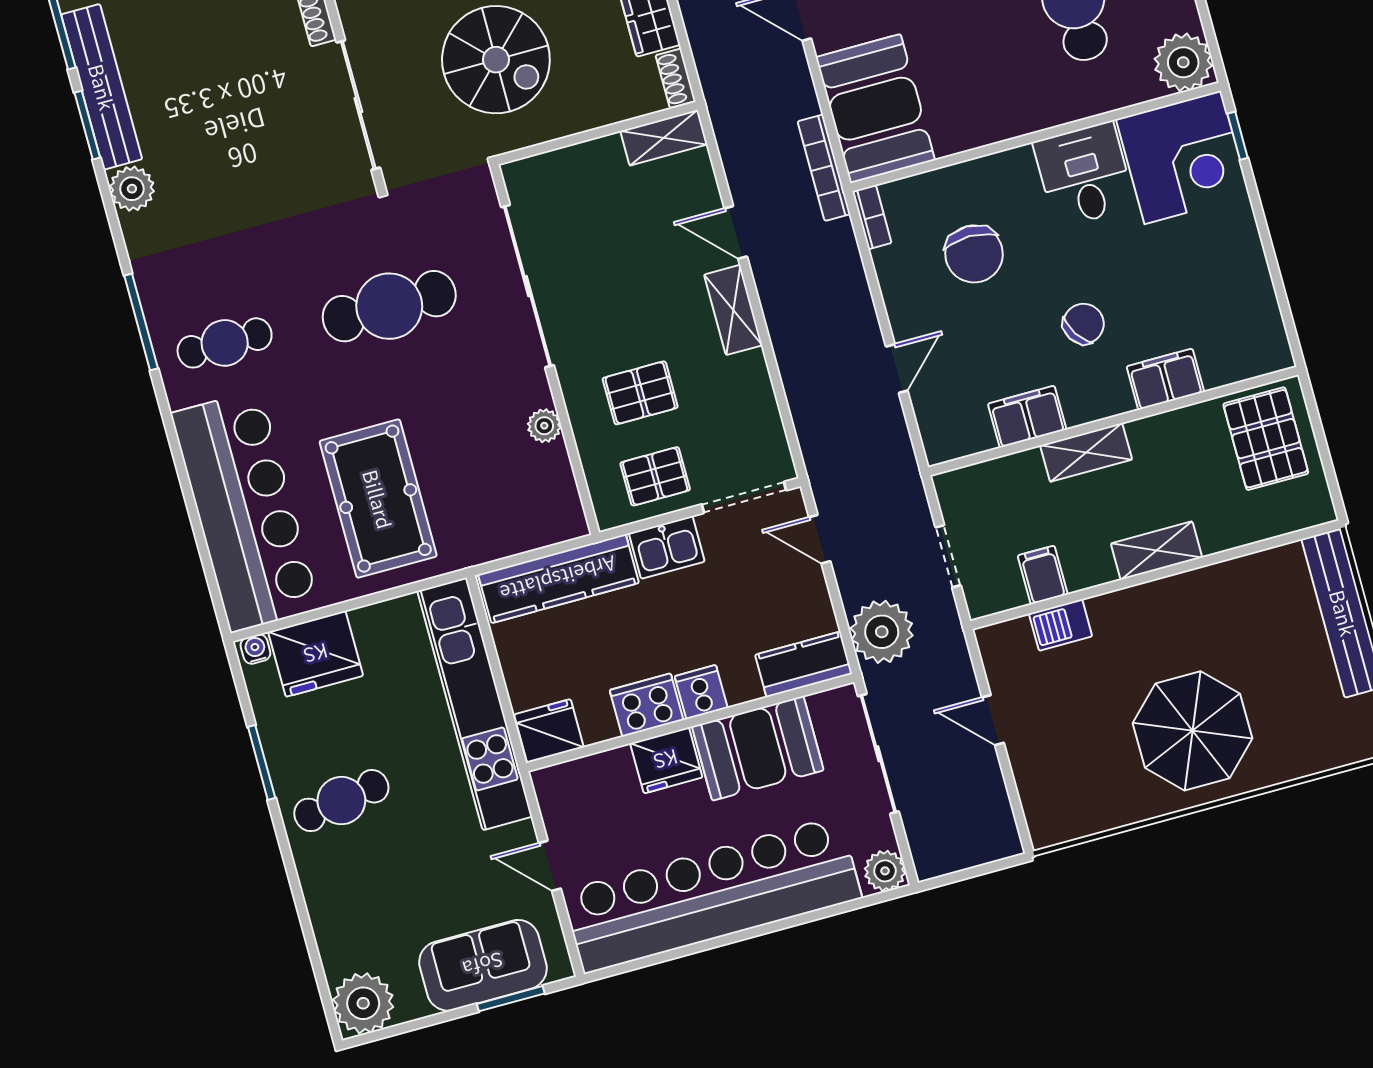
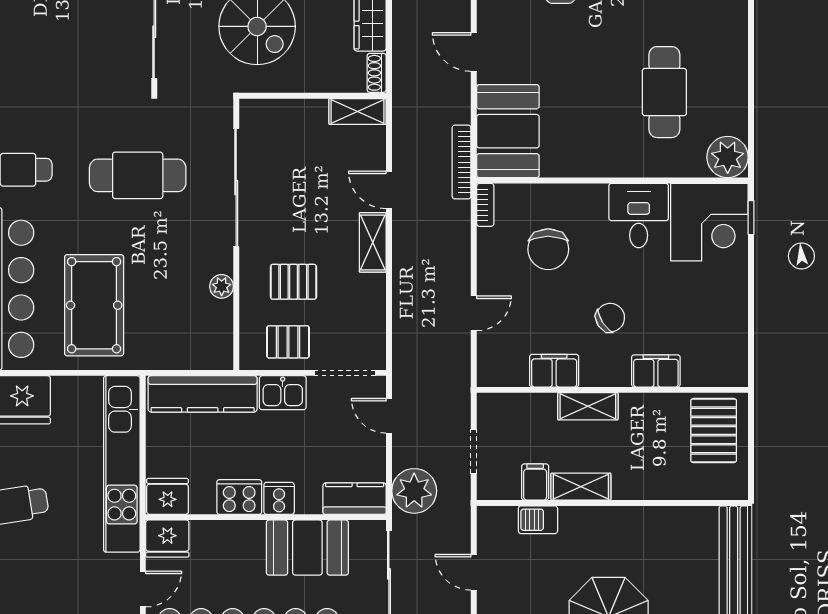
shelving: (1157, 551) -> (581, 487), moved
fridge: (666, 760) -> (167, 539), moved
door: (550, 866) -> (143, 589), swing flipped

